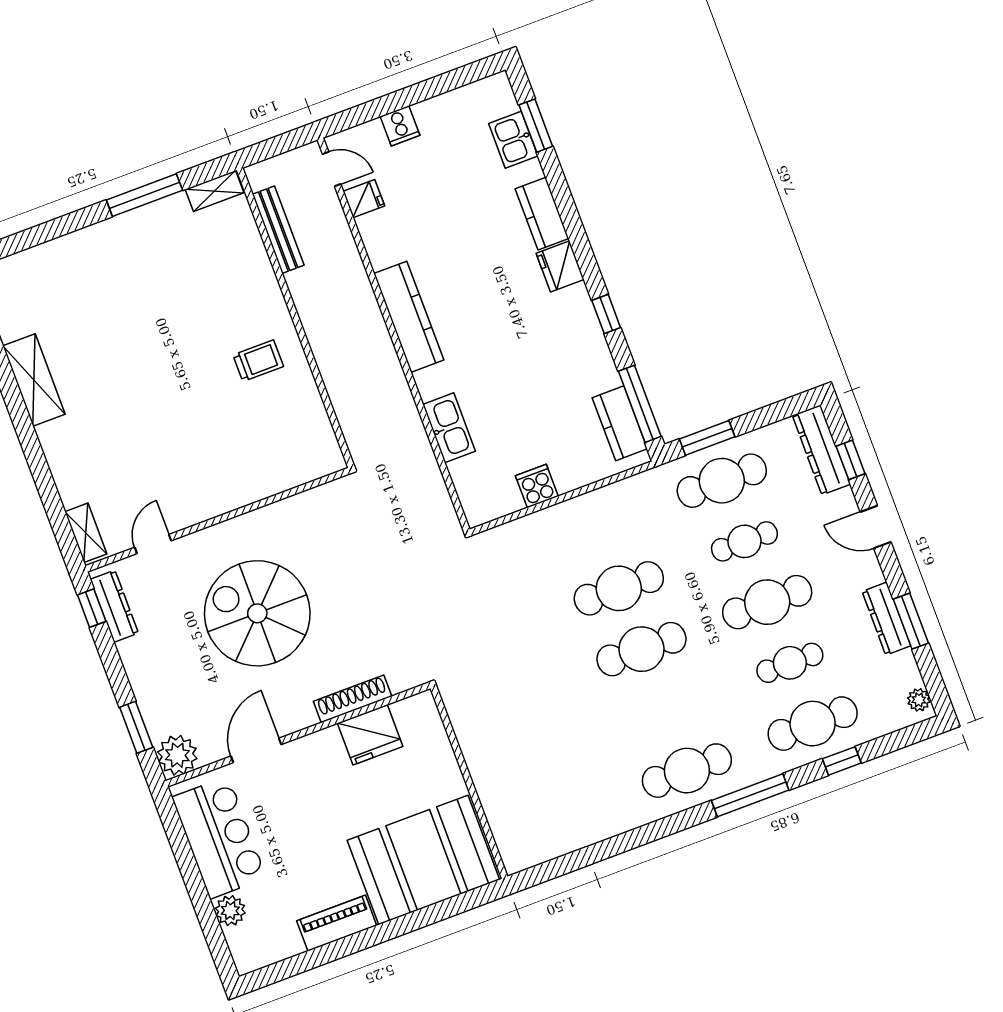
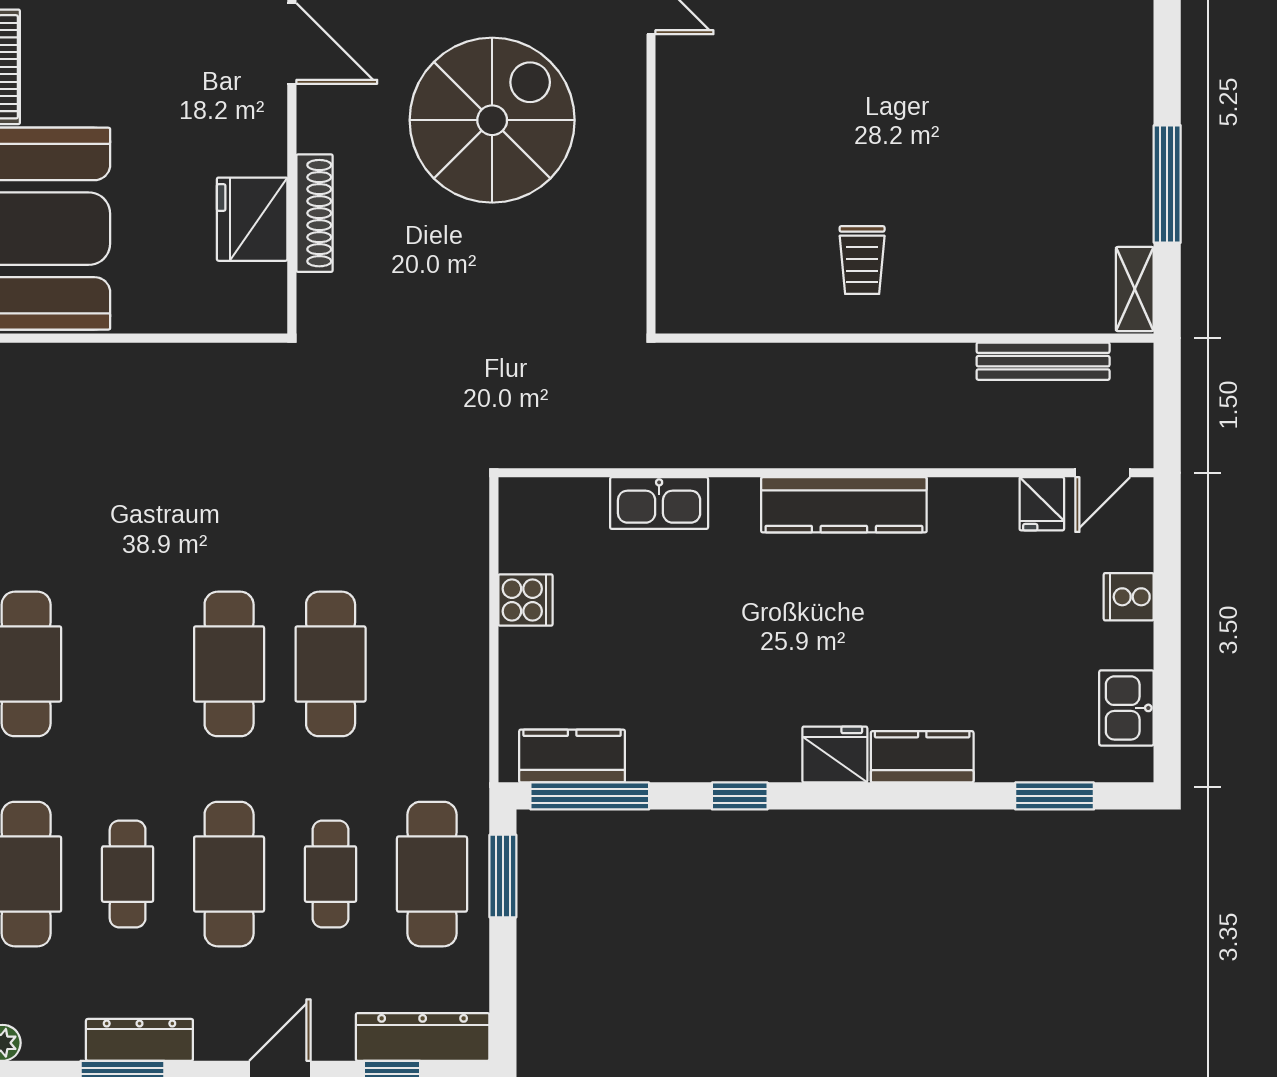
kitchen sink: (513, 140) -> (1126, 708), moved, turned -90

